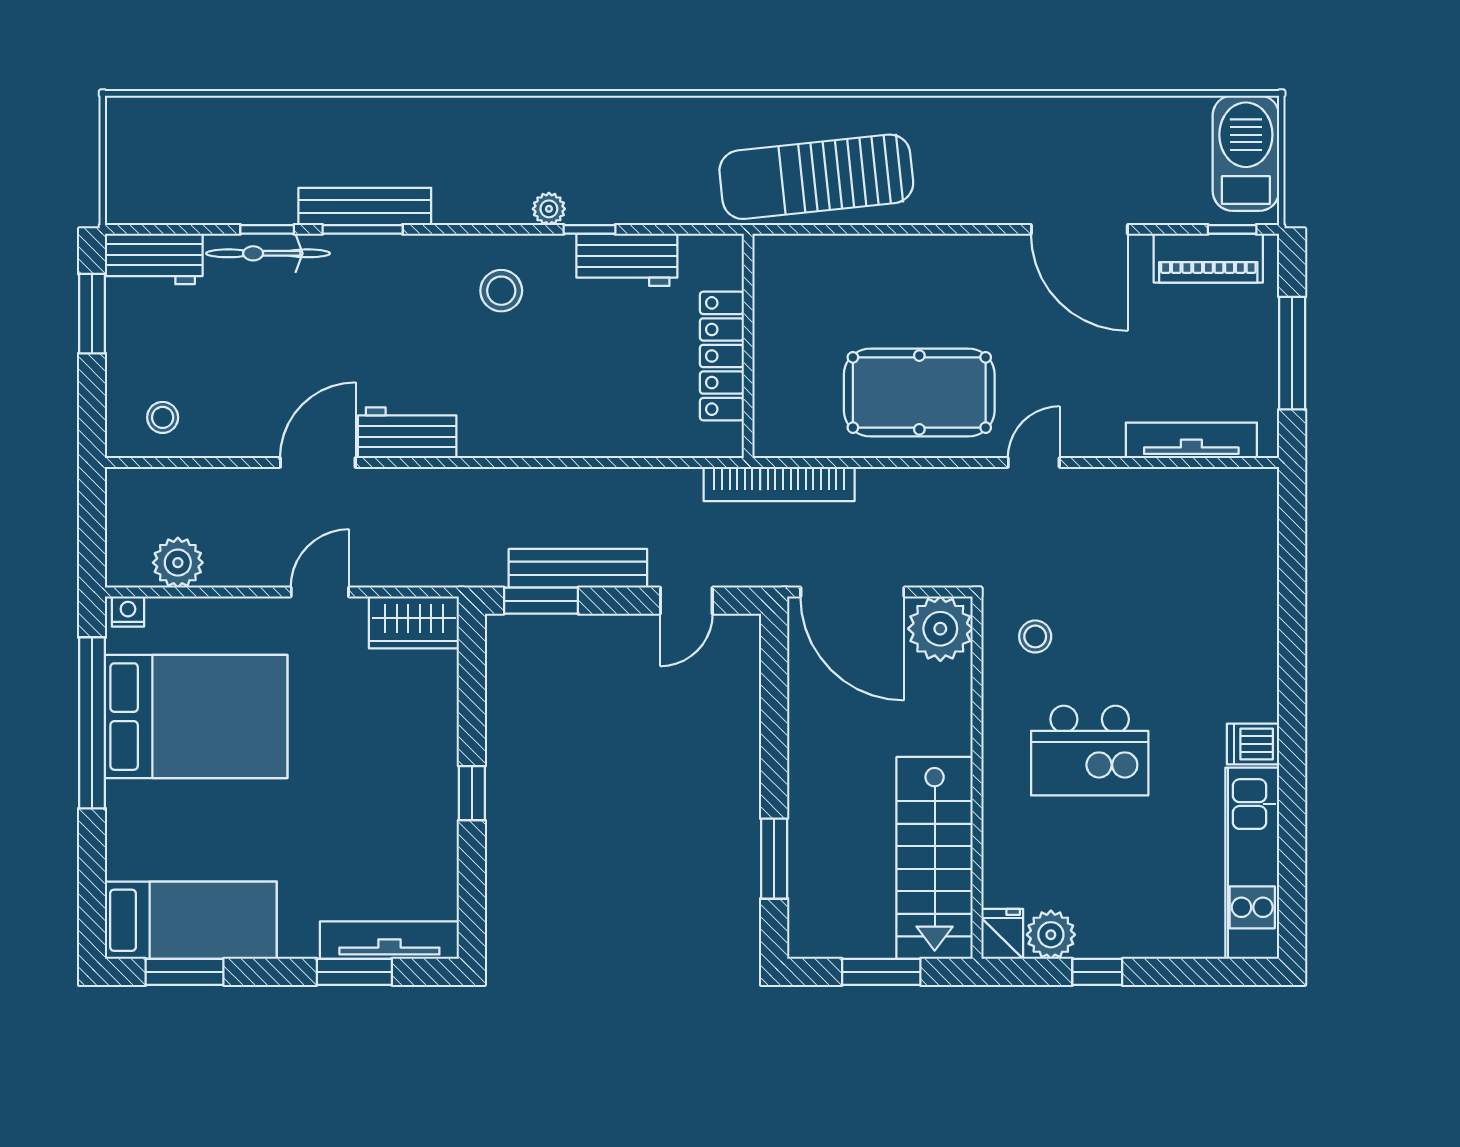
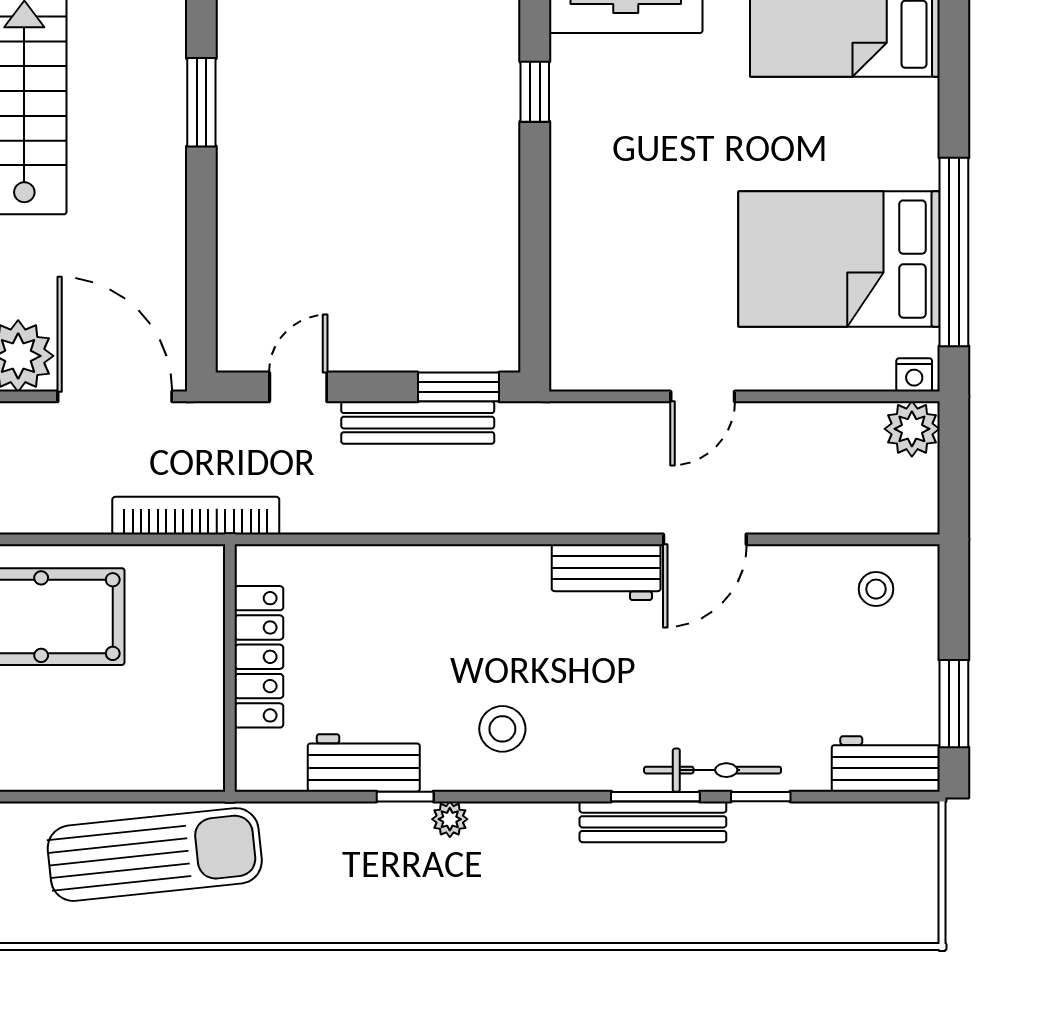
bicycle: (268, 253) -> (713, 770), moved
plant: (178, 563) -> (912, 429), moved
wardrobe: (414, 622) -> (599, 363), removed
window: (472, 793) -> (535, 92), moved

